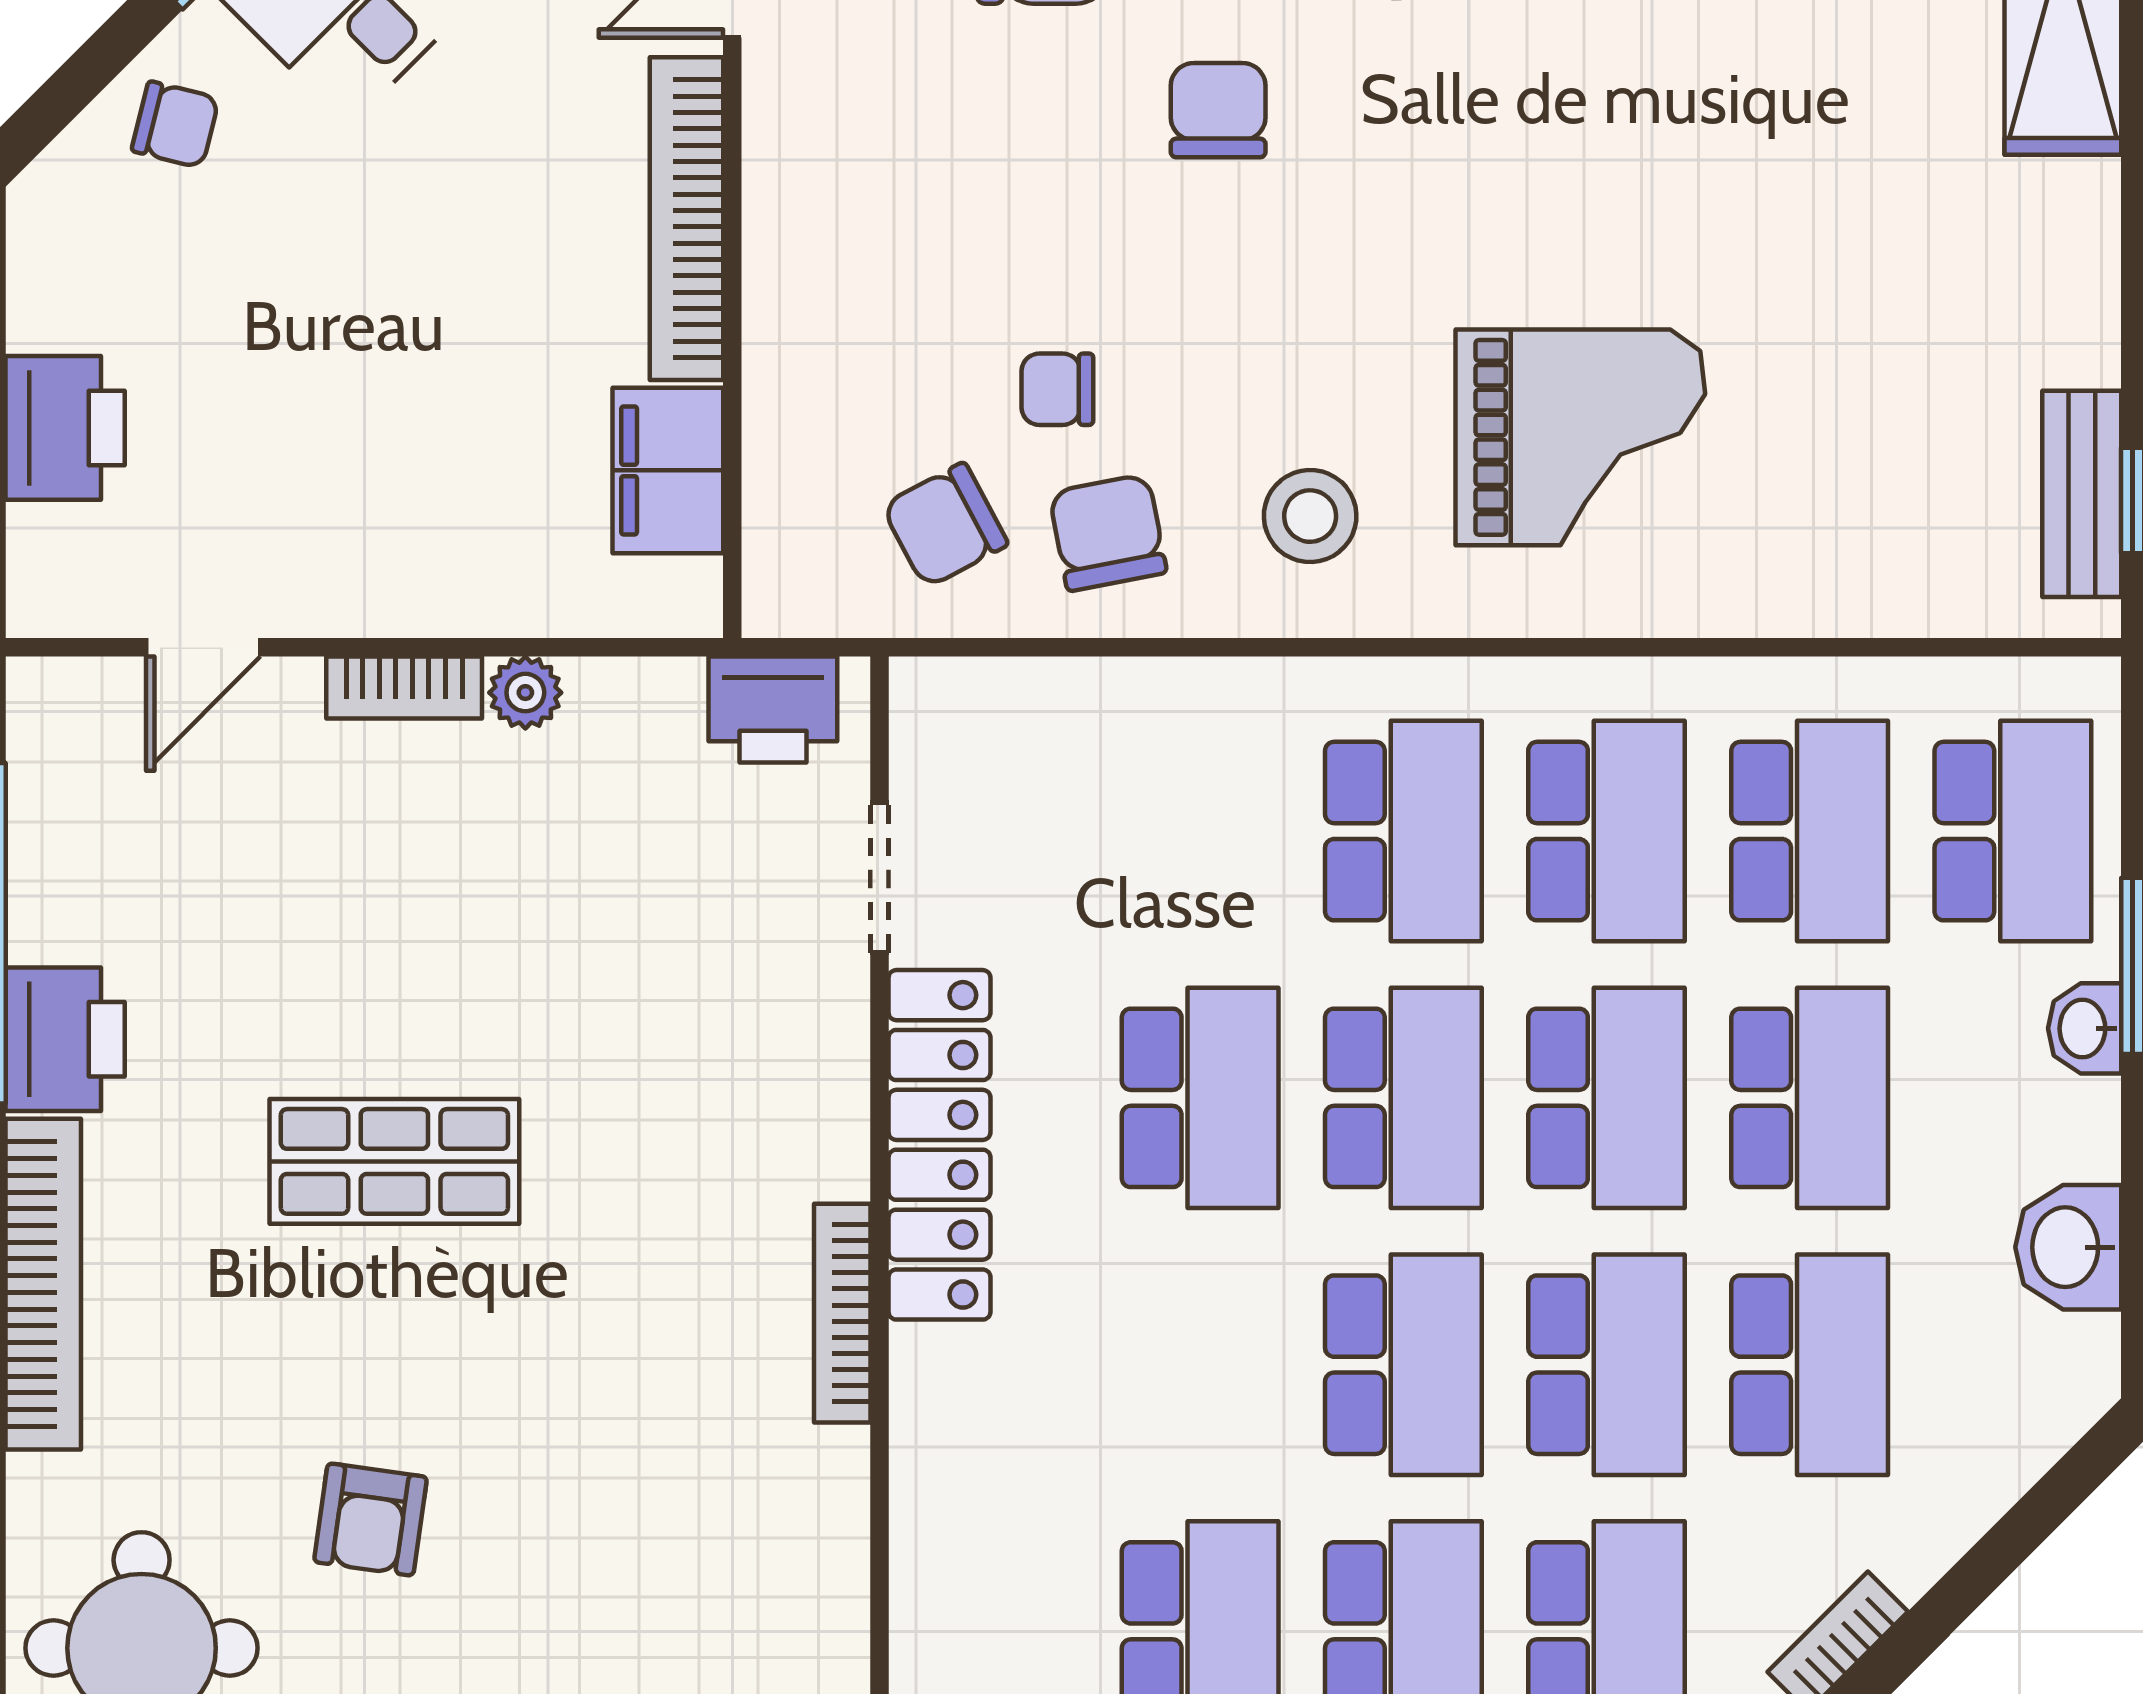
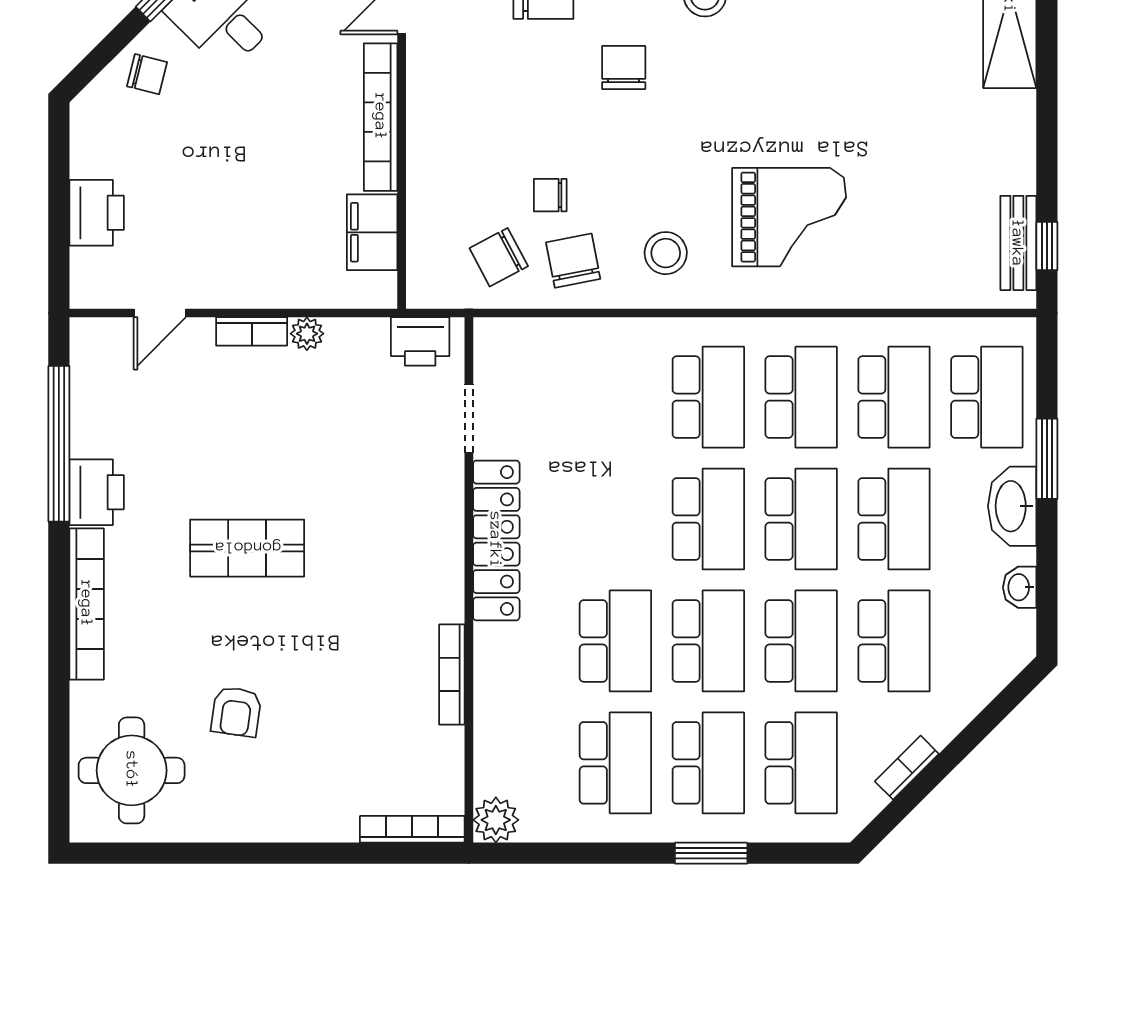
washbasin: (2085, 1028) -> (1012, 506), width x1.91, depth x1.45
school desk: (1200, 1098) -> (615, 641), moved
washbasin: (2068, 1247) -> (1020, 587), width x0.72, depth x0.69
bookcase: (842, 1313) -> (452, 675), moved

